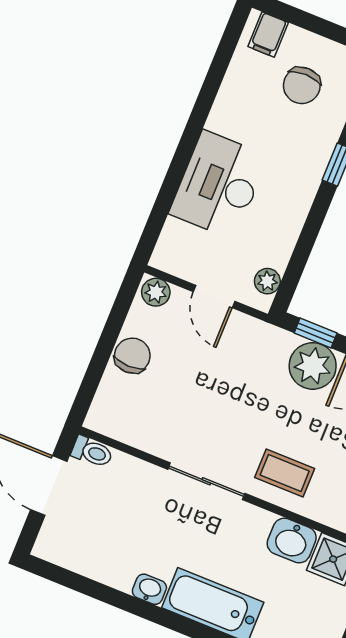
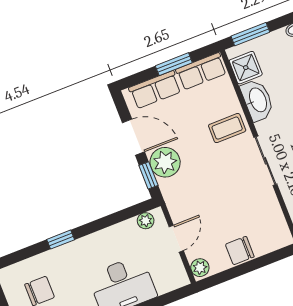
coffee table: (285, 473) -> (227, 128), turned 90
washbasin: (292, 541) -> (257, 100), width x1.38

